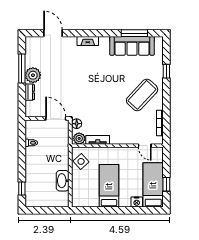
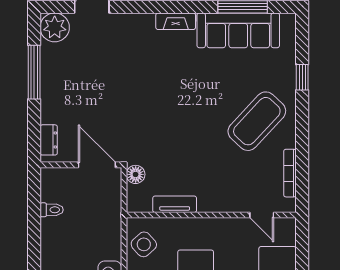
fireplace: (88, 41) -> (176, 21), moved
plant: (33, 75) -> (55, 27), moved
dresser: (30, 92) -> (49, 140), moved
plant: (79, 138) -> (140, 202), removed

